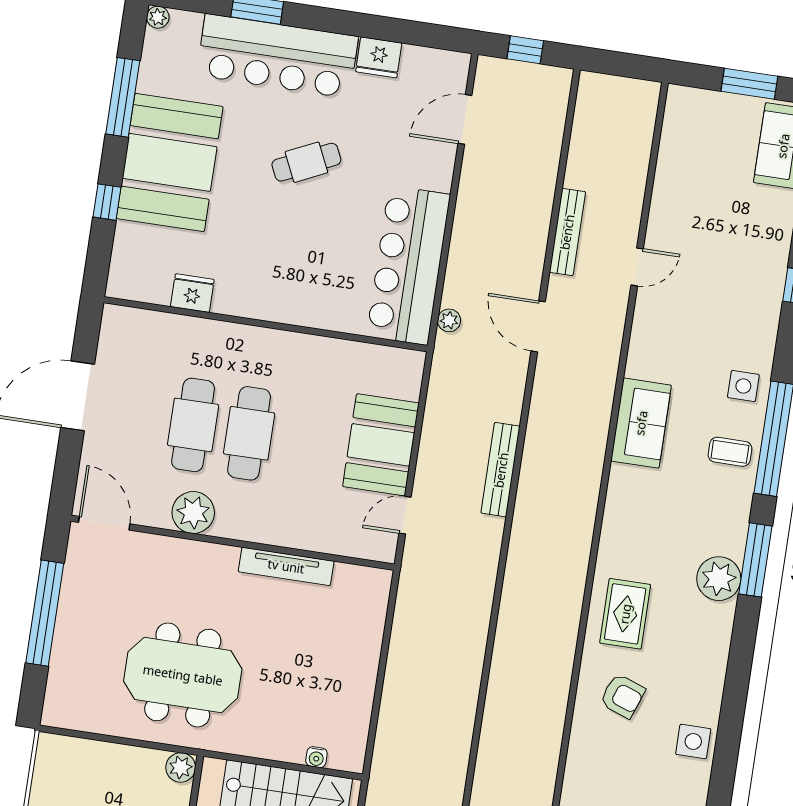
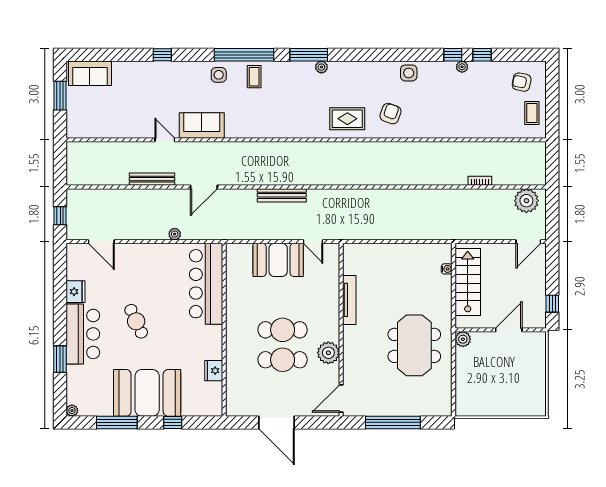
bar counter: (277, 56) -> (83, 334), width x0.73
bar counter: (408, 265) -> (206, 284), moved, turned 90
plant: (449, 320) -> (175, 234), moved
sofa: (641, 423) -> (202, 125), moved
plant: (719, 579) -> (321, 67), width x0.53, depth x0.53

